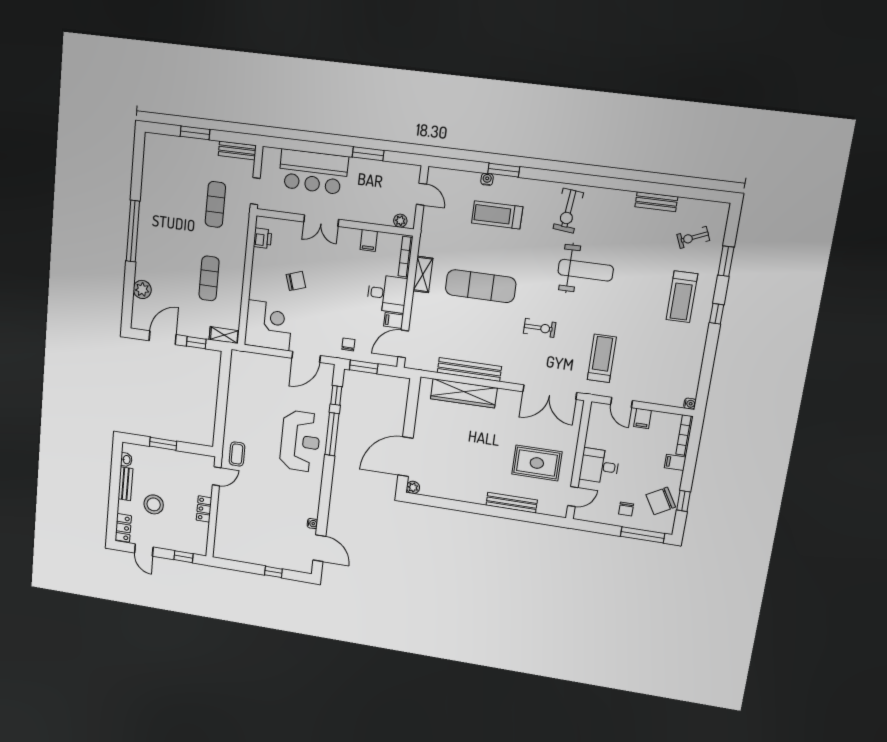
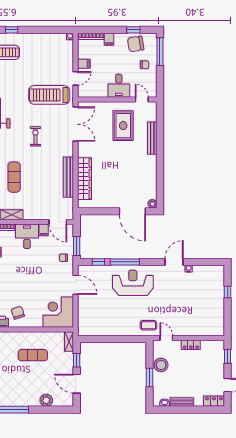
chair: (296, 281) -> (18, 313), moved
exercise mat: (481, 286) -> (14, 177), width x0.73, depth x0.69
treadmill: (602, 358) -> (49, 95), width x1.37, depth x1.38
chair: (661, 501) -> (136, 44), turned 111
stool: (154, 504) -> (161, 365), moved
door: (319, 548) -> (174, 262), moved

